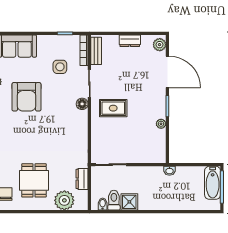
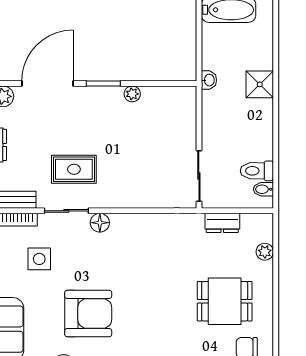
rug: (113, 108) -> (74, 169), moved, turned 90
plant: (64, 200) -> (265, 252), width x0.53, depth x0.53
shower: (129, 202) -> (260, 84), moved

